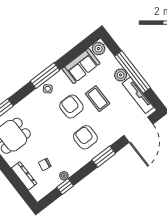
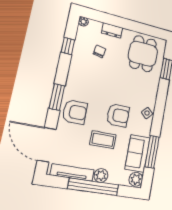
window: (45, 76) -> (152, 152), moved
armchair: (85, 137) -> (75, 112), moved
dresser: (24, 176) -> (112, 30), width x0.70
plant: (64, 176) -> (83, 22), moved

